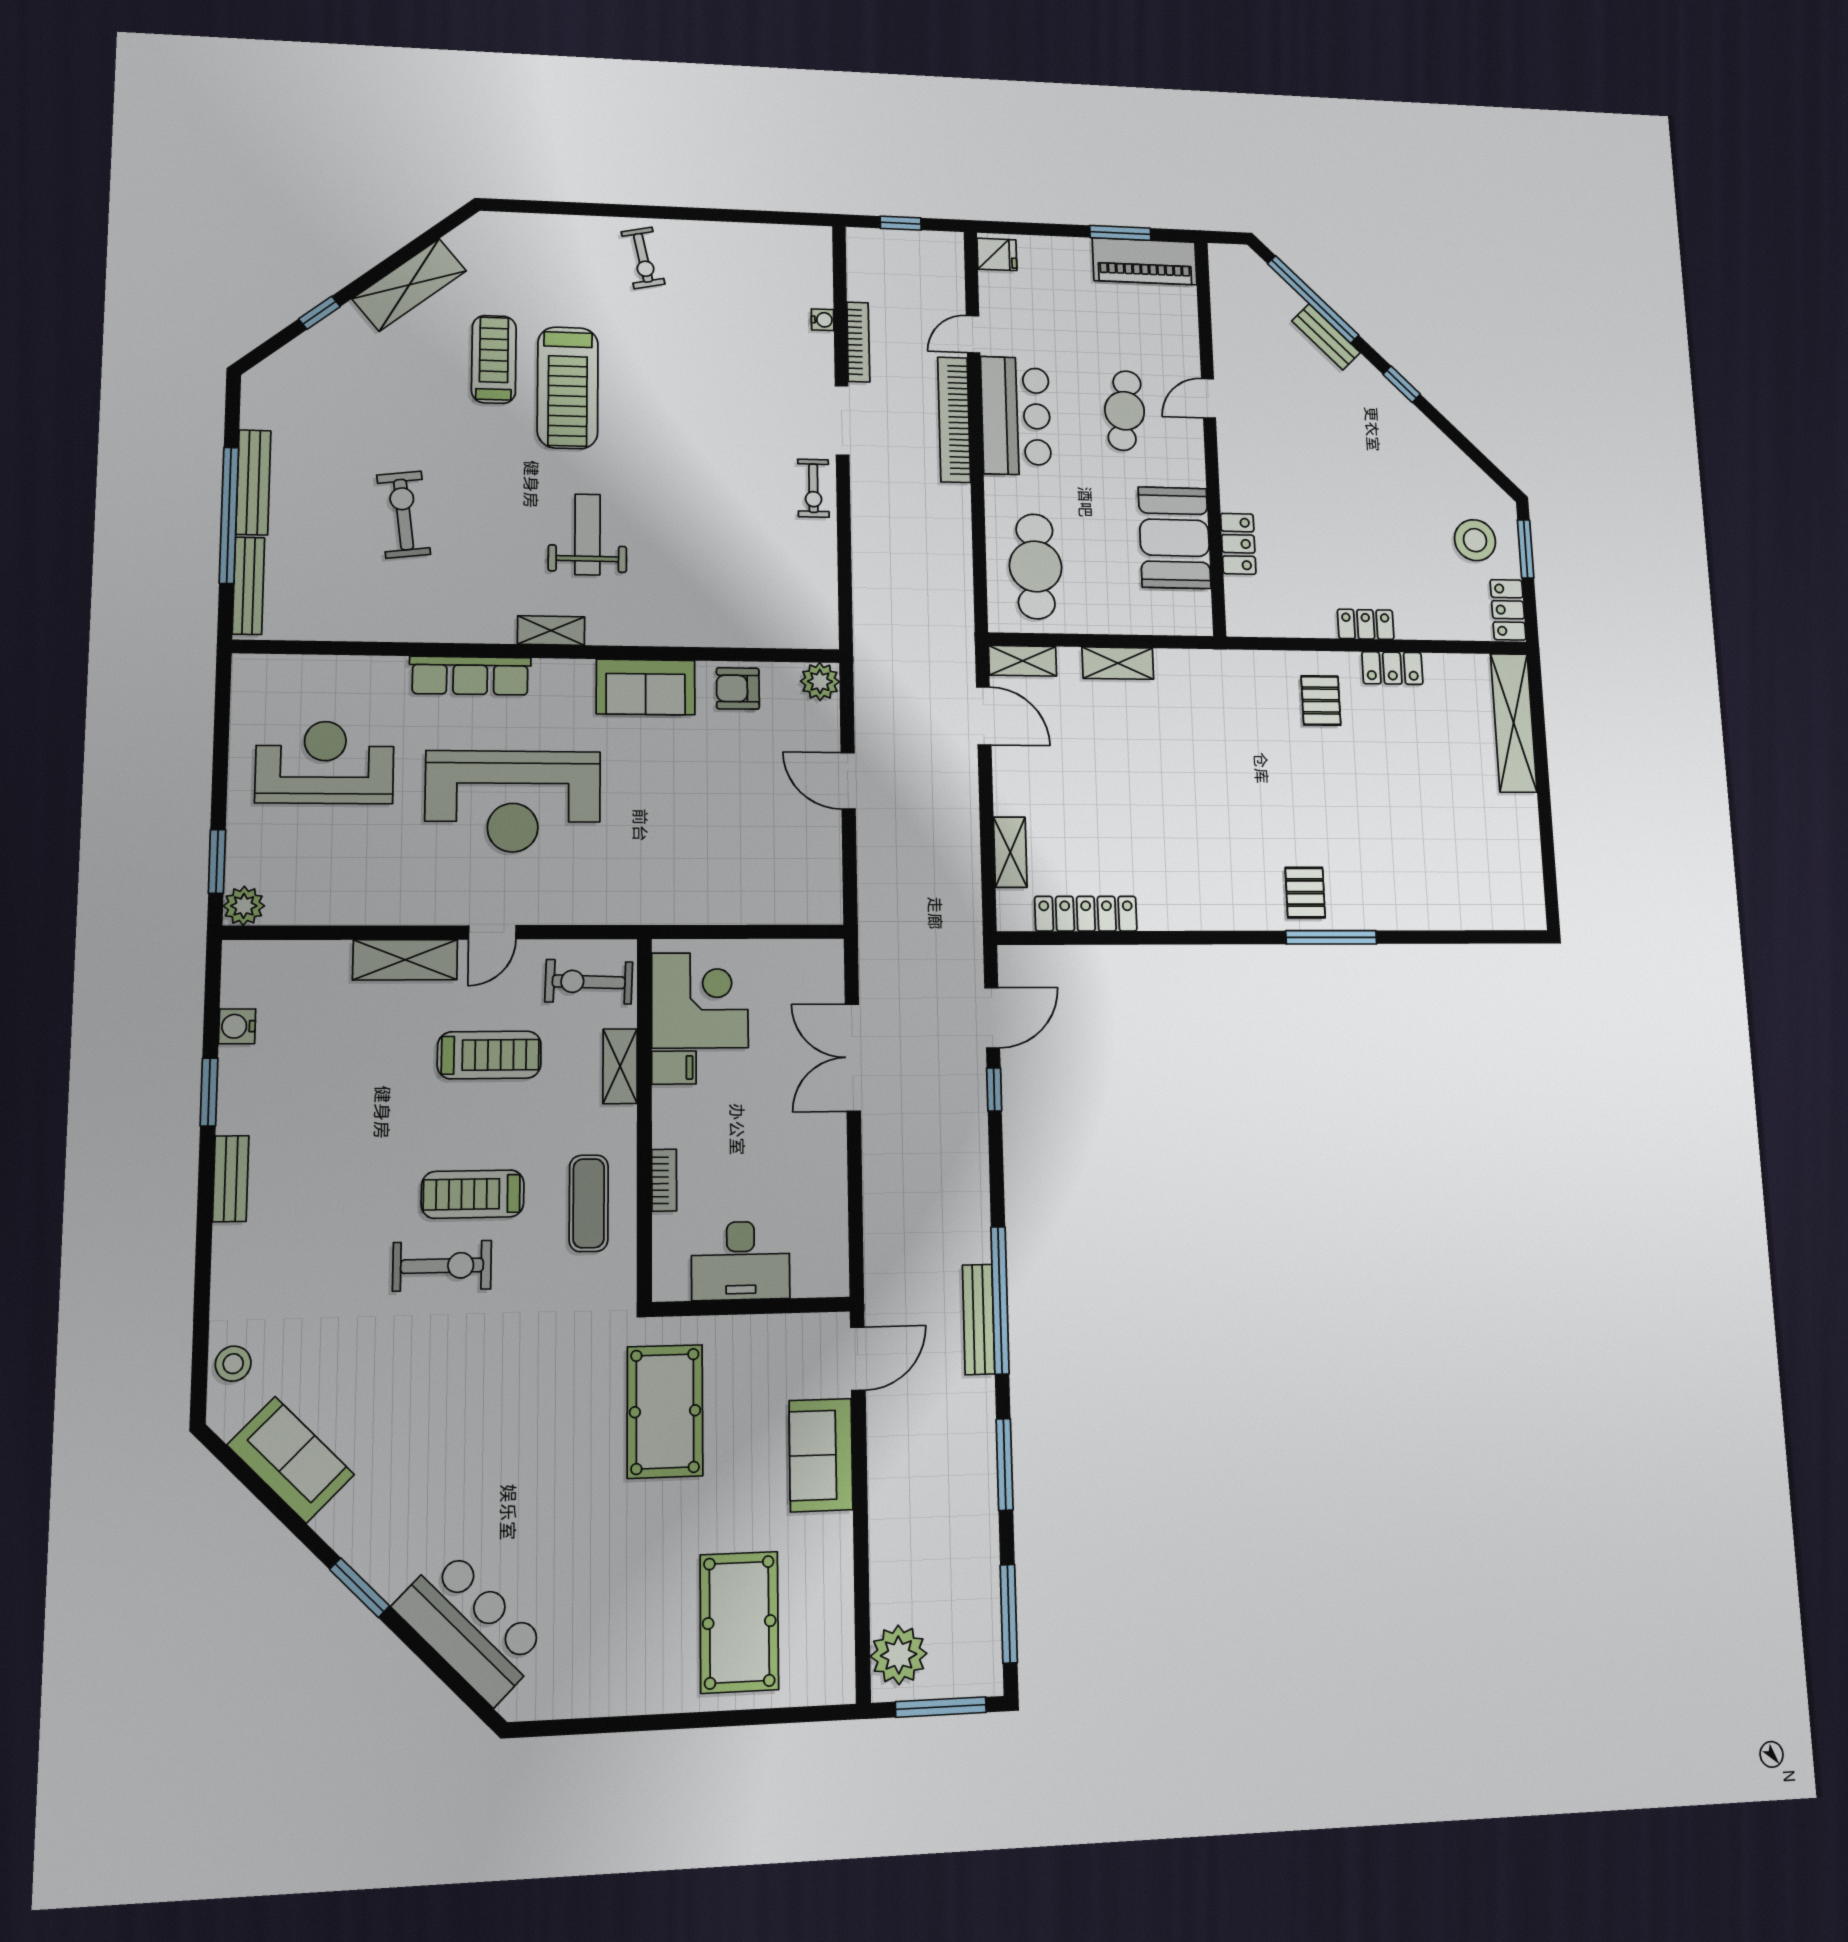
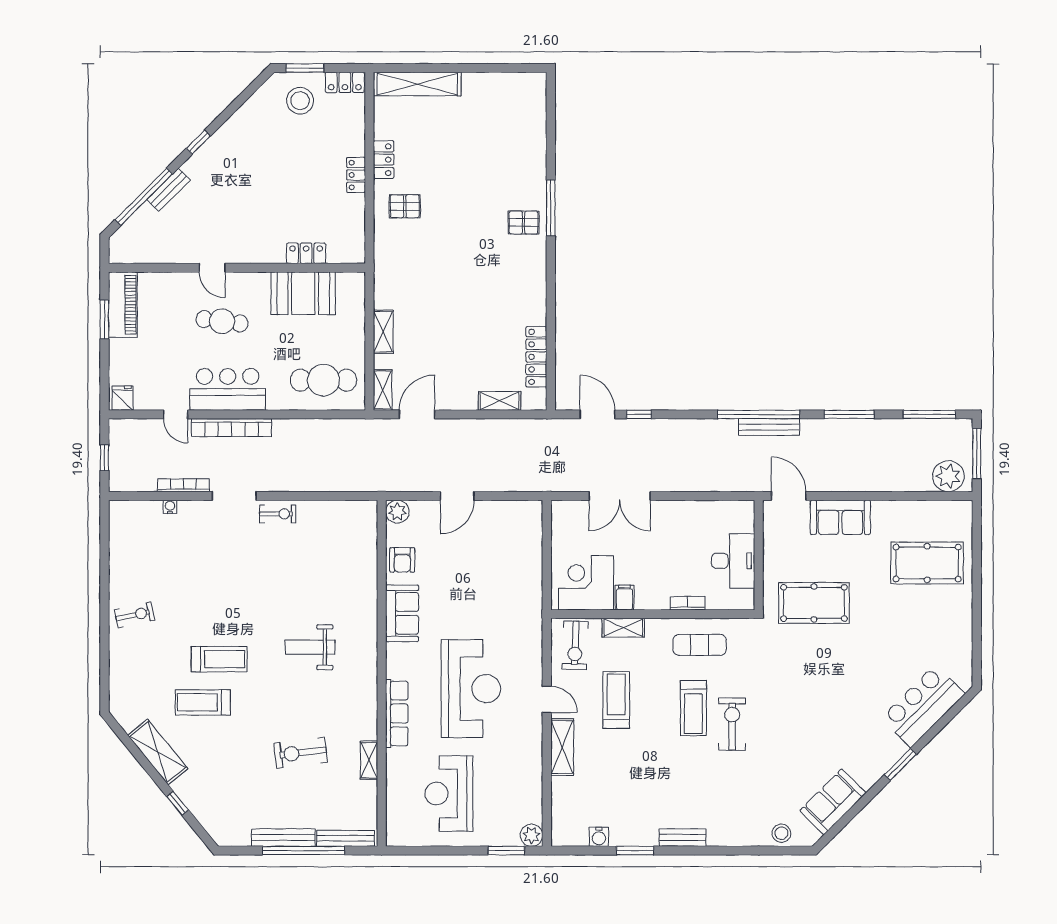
treadmill: (568, 388) -> (219, 659), width x0.73, depth x0.73
shelving: (551, 630) -> (369, 760), moved

